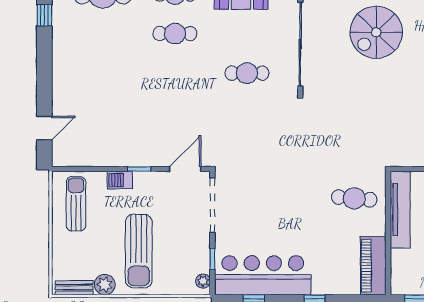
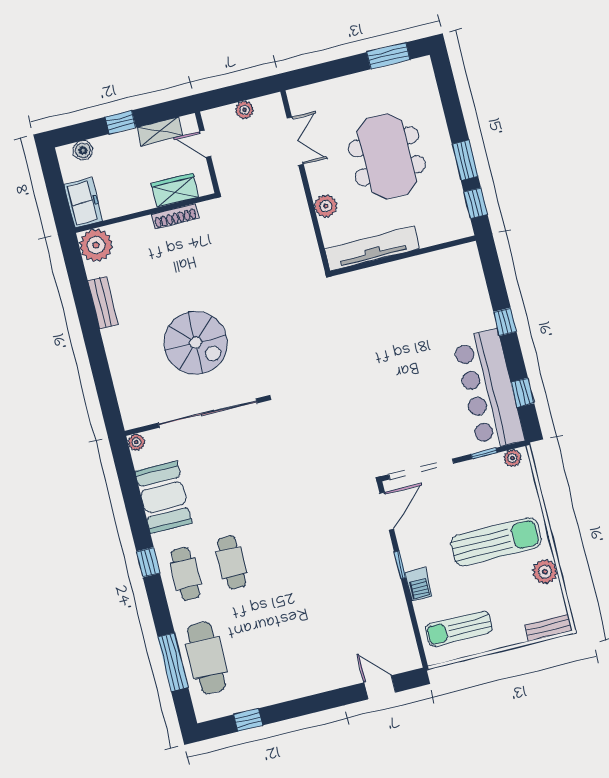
spiral stairs: (376, 32) -> (196, 343), moved
cafe table: (247, 73) -> (257, 467), removed
door: (185, 169) -> (387, 511), swing flipped
cafe table: (354, 198) -> (372, 305), removed
piano: (373, 266) -> (445, 264), removed
bench: (74, 288) -> (548, 628), moved, turned 90

